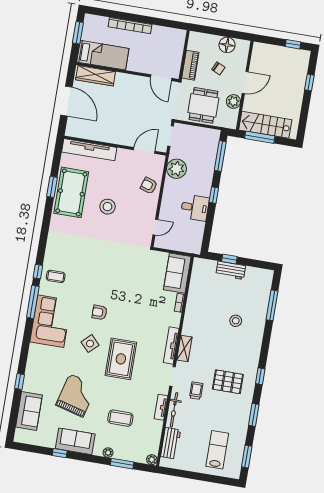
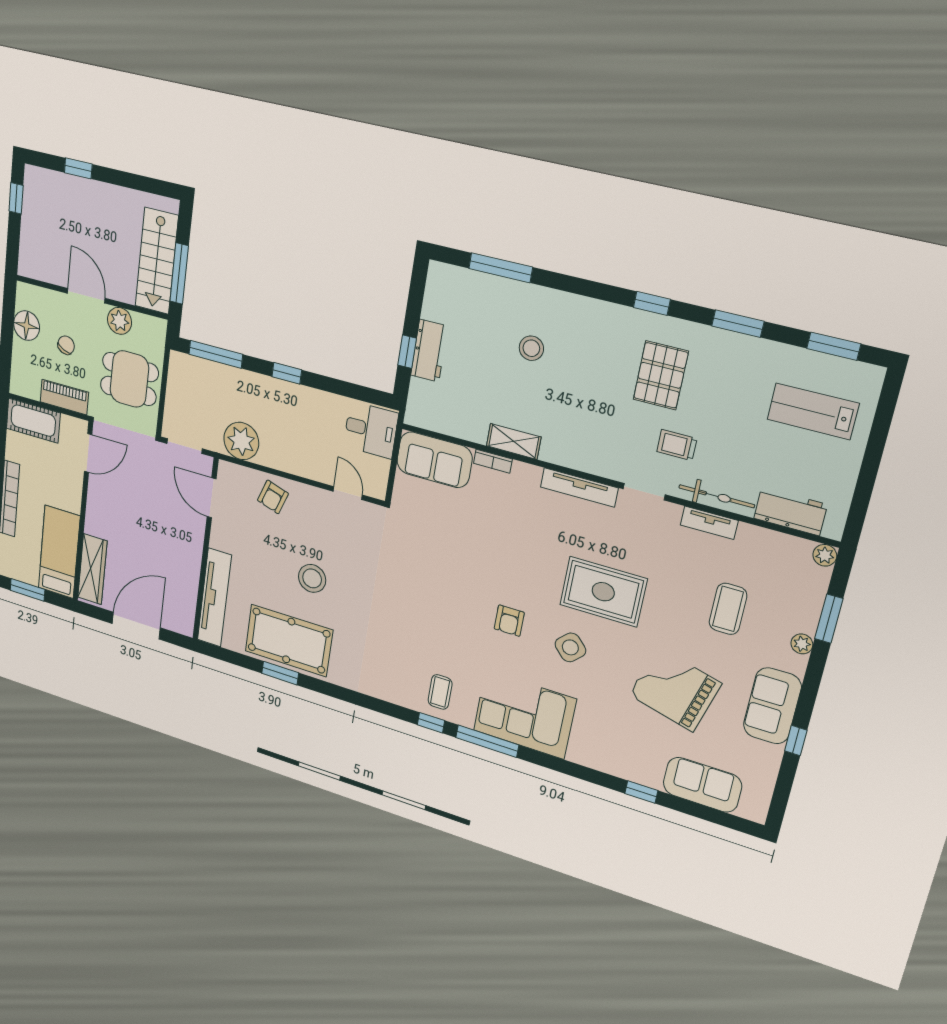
cot: (176, 45) -> (33, 421), added
desk: (195, 208) -> (371, 430), moved, turned 90
shelving: (184, 349) -> (514, 441), moved

